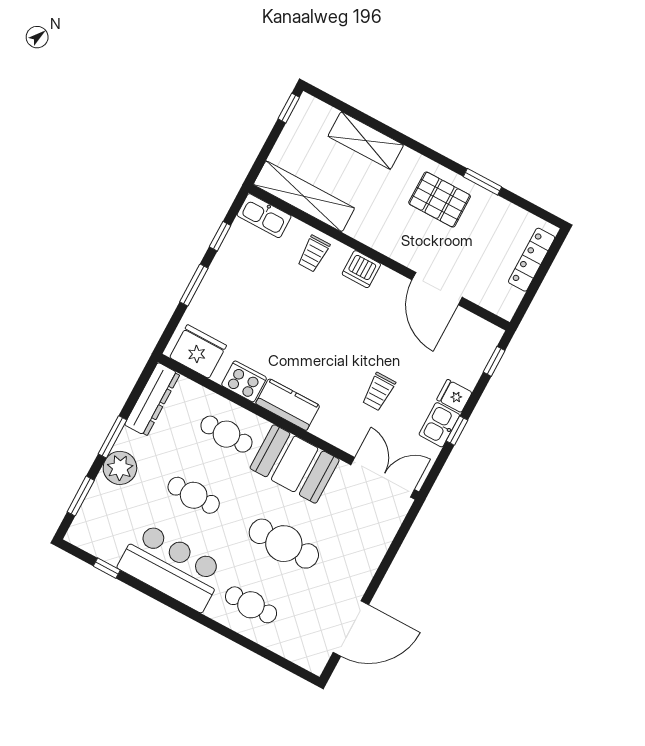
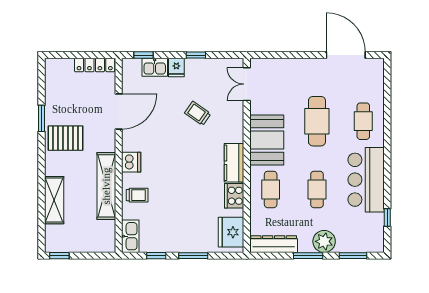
shelving: (304, 196) -> (106, 186), moved
pallet: (440, 200) -> (66, 138), turned 90
locker: (532, 260) -> (95, 65), moved
trolley: (379, 392) -> (198, 113), turned -145
kitchen sink: (439, 425) -> (155, 67), moved
double door: (383, 477) -> (247, 84), width x0.73

